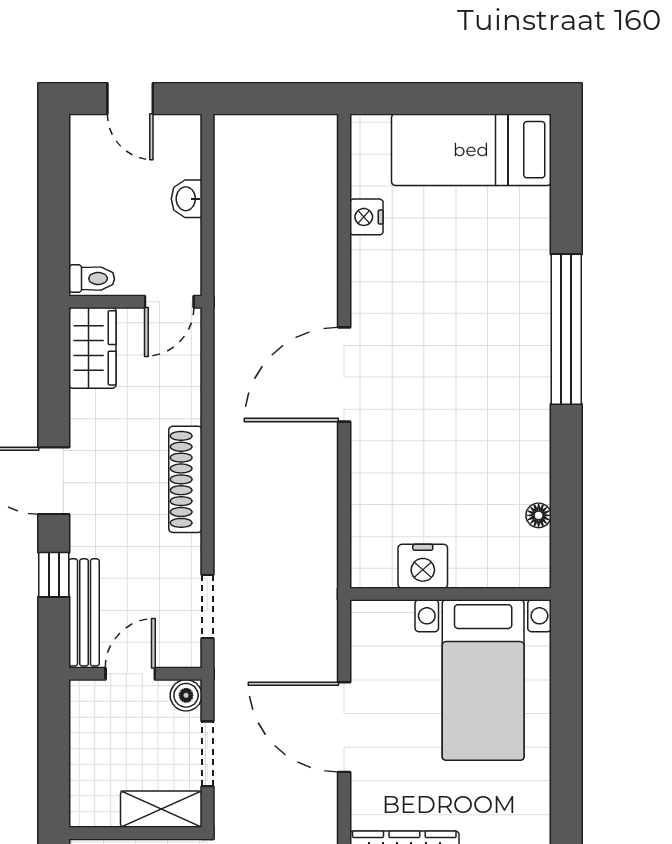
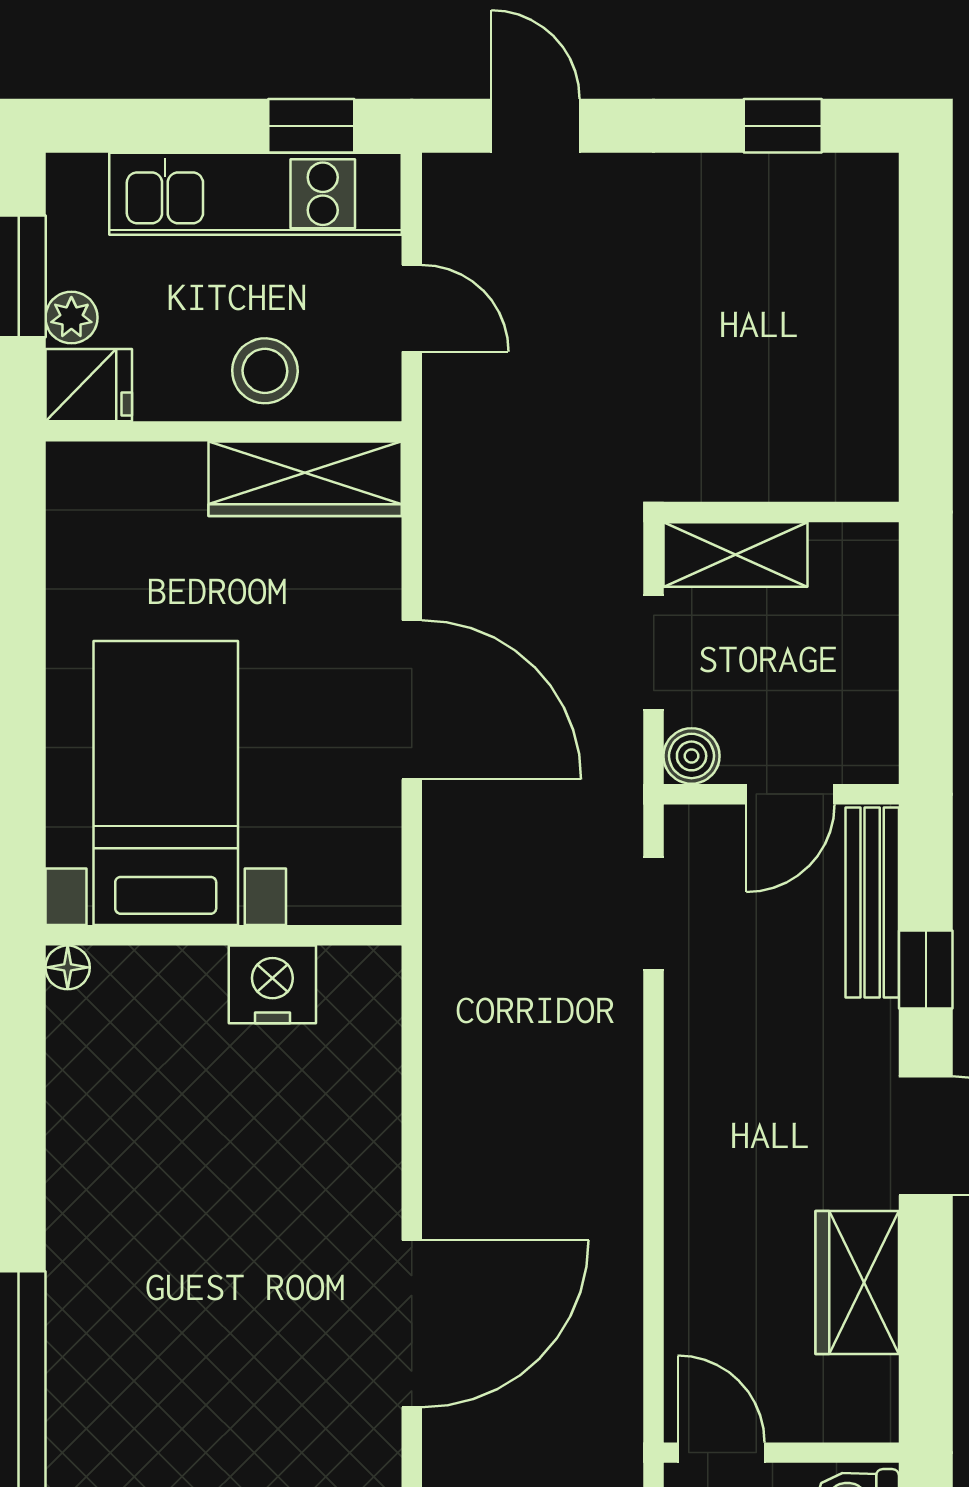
door: (169, 302) -> (721, 1453), hinge flipped
wardrobe: (92, 348) -> (857, 1283), moved
shoe rack: (185, 479) -> (693, 1138), removed
floor lamp: (539, 515) -> (68, 967), moved

